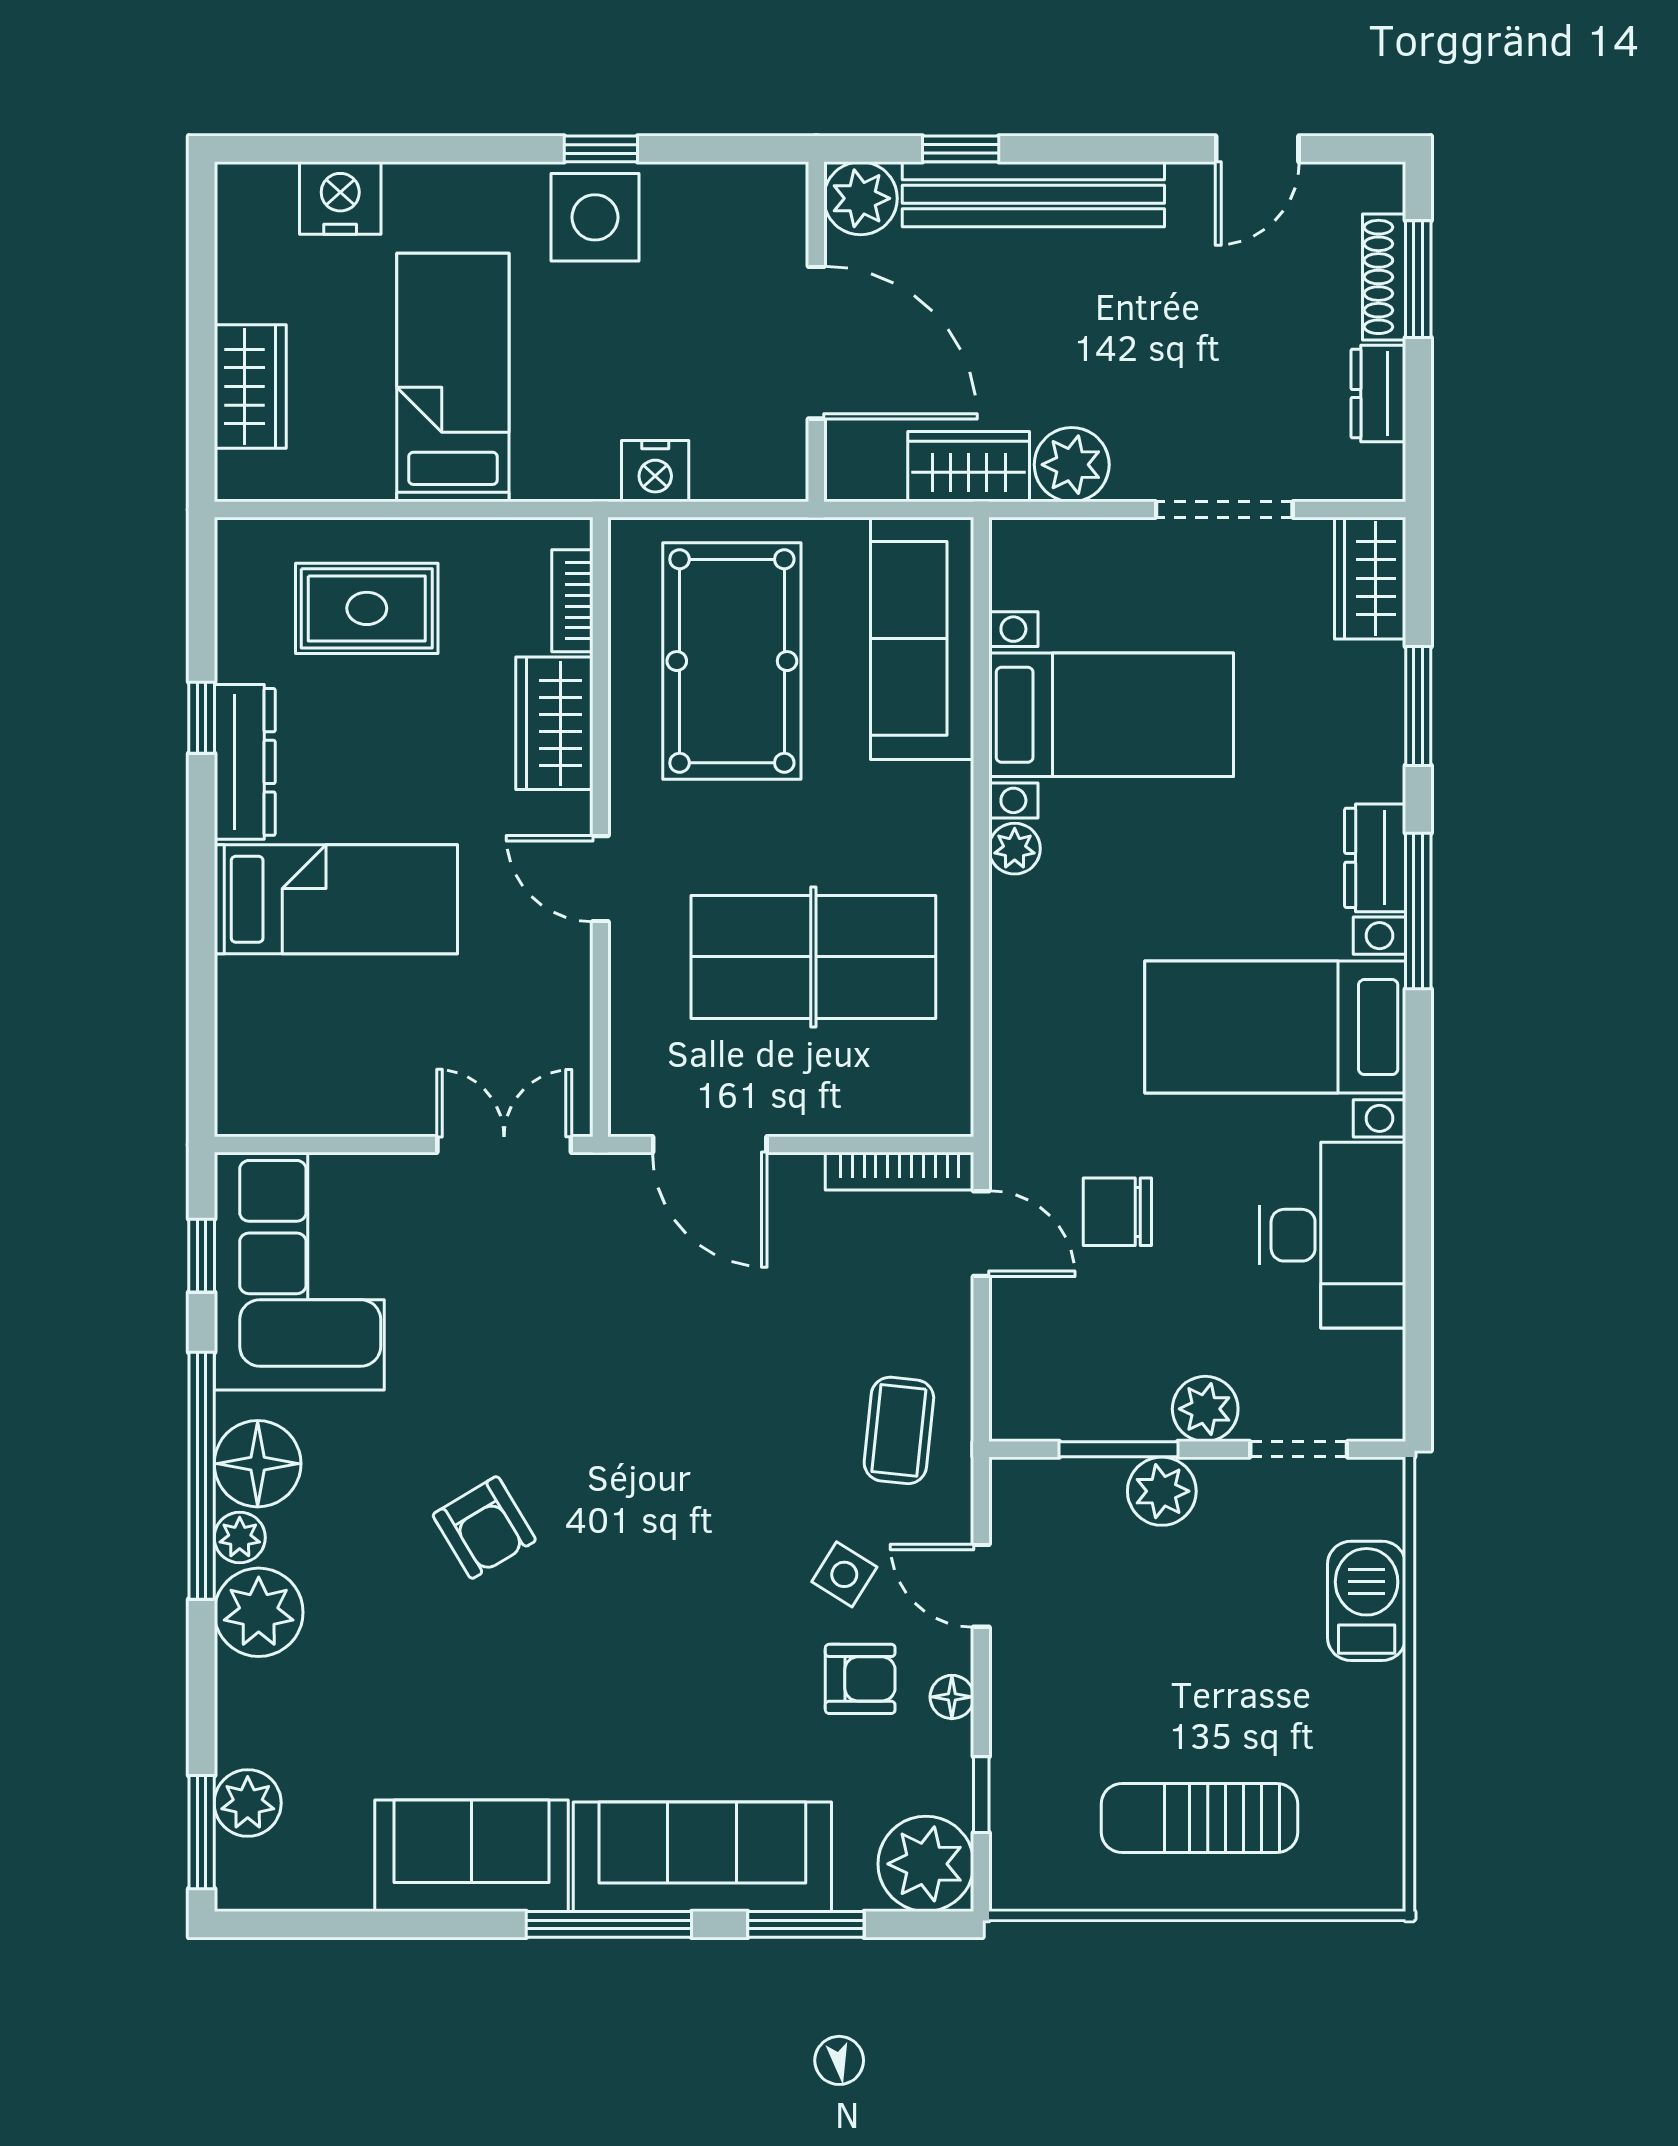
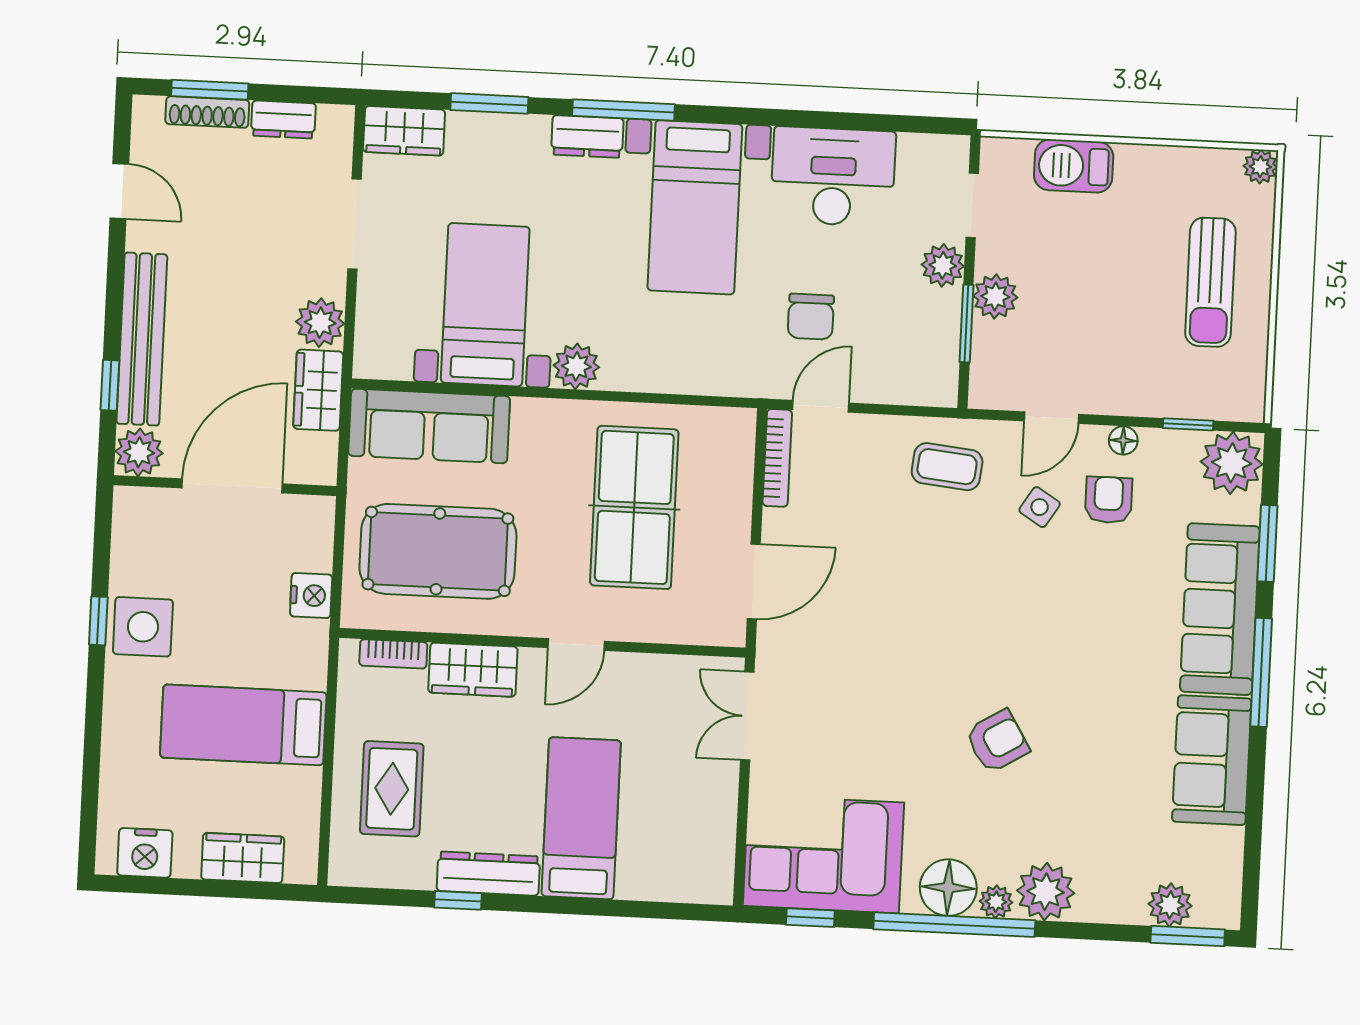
nightstand: (340, 198) -> (145, 853), moved, turned -90
plant: (1015, 849) -> (576, 366), width x1.38, depth x1.38
plant: (1379, 1885) -> (1260, 167), added

